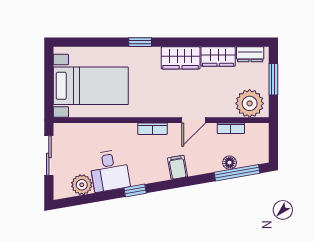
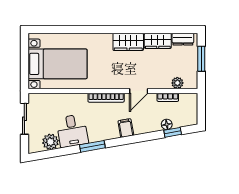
window: (140, 42) -> (96, 30), removed
plant: (250, 103) -> (177, 83), width x0.53, depth x0.53
bookcase: (153, 129) -> (106, 98), width x1.56
window: (237, 173) -> (173, 132), width x0.46
window: (135, 191) -> (92, 146), width x1.50

